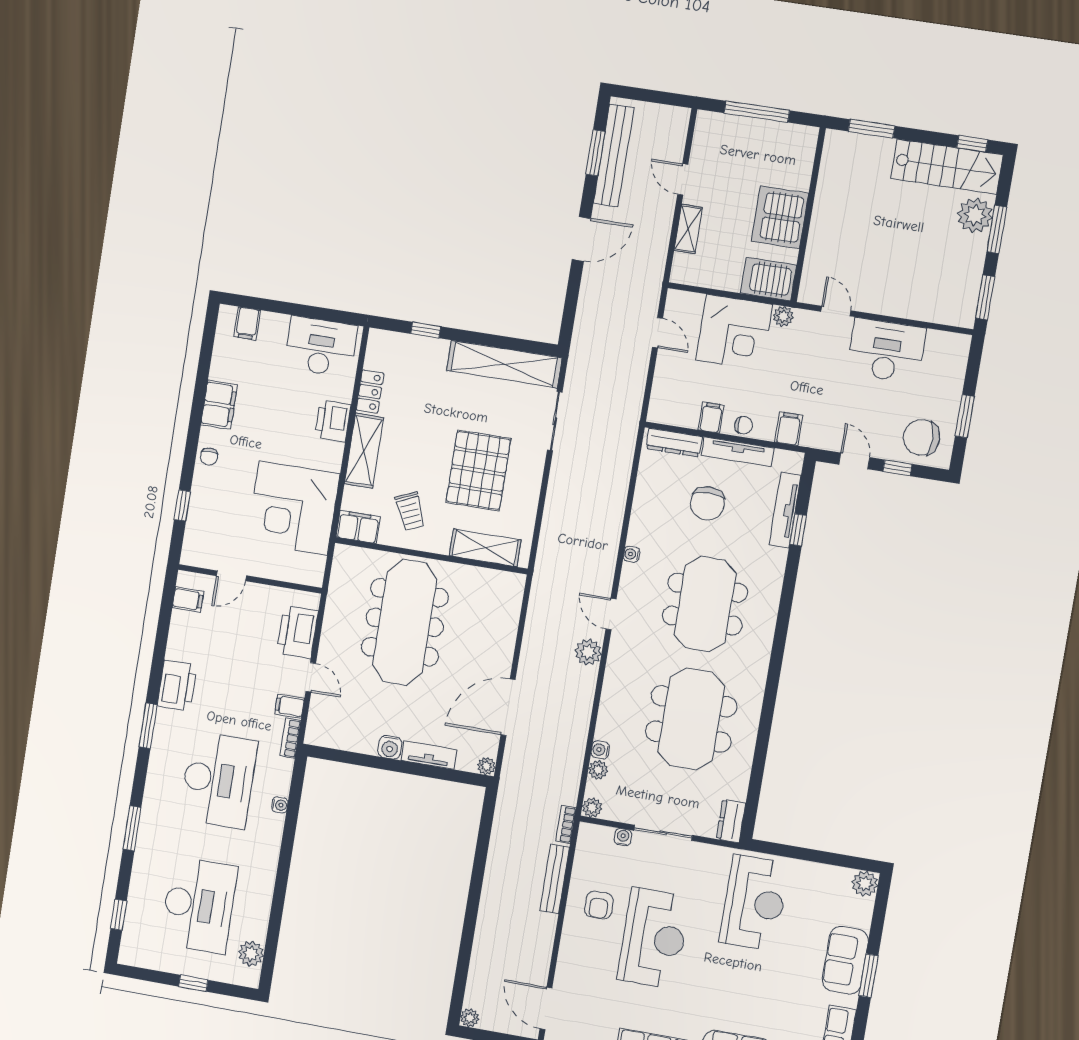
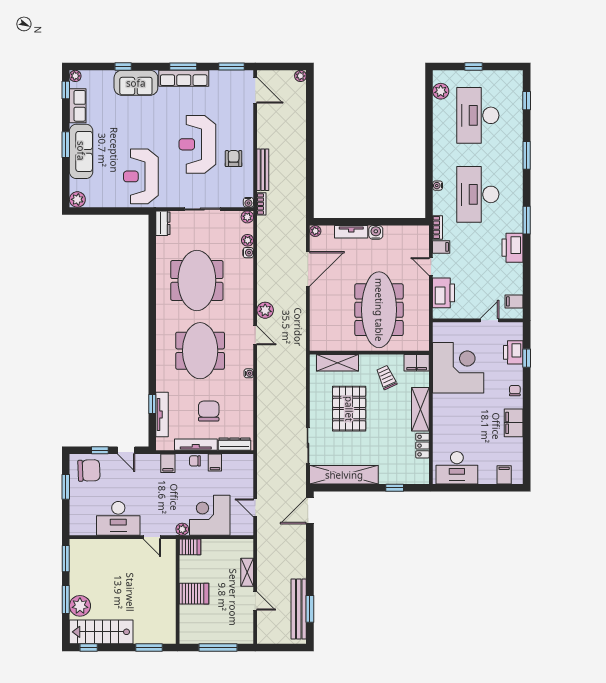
server rack: (780, 217) -> (194, 594), width x0.62
door: (581, 239) -> (310, 511), moved
server rack: (768, 279) -> (190, 547), width x0.73, depth x0.70
printer: (333, 421) -> (513, 352), moved, turned 180
water cooler: (623, 837) -> (248, 202), moved
sofa: (845, 960) -> (81, 151), width x1.36

